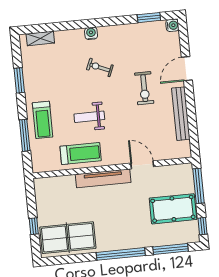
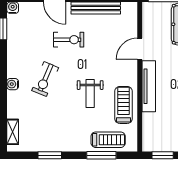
exercise bike: (100, 67) -> (45, 79), width x1.38, depth x1.39
treadmill: (43, 120) -> (108, 140), moved
window: (31, 201) -> (163, 155), added

